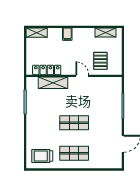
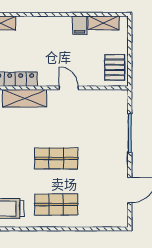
filing cabinet: (67, 34) -> (80, 25), moved
pallet: (100, 61) -> (115, 67), moved

